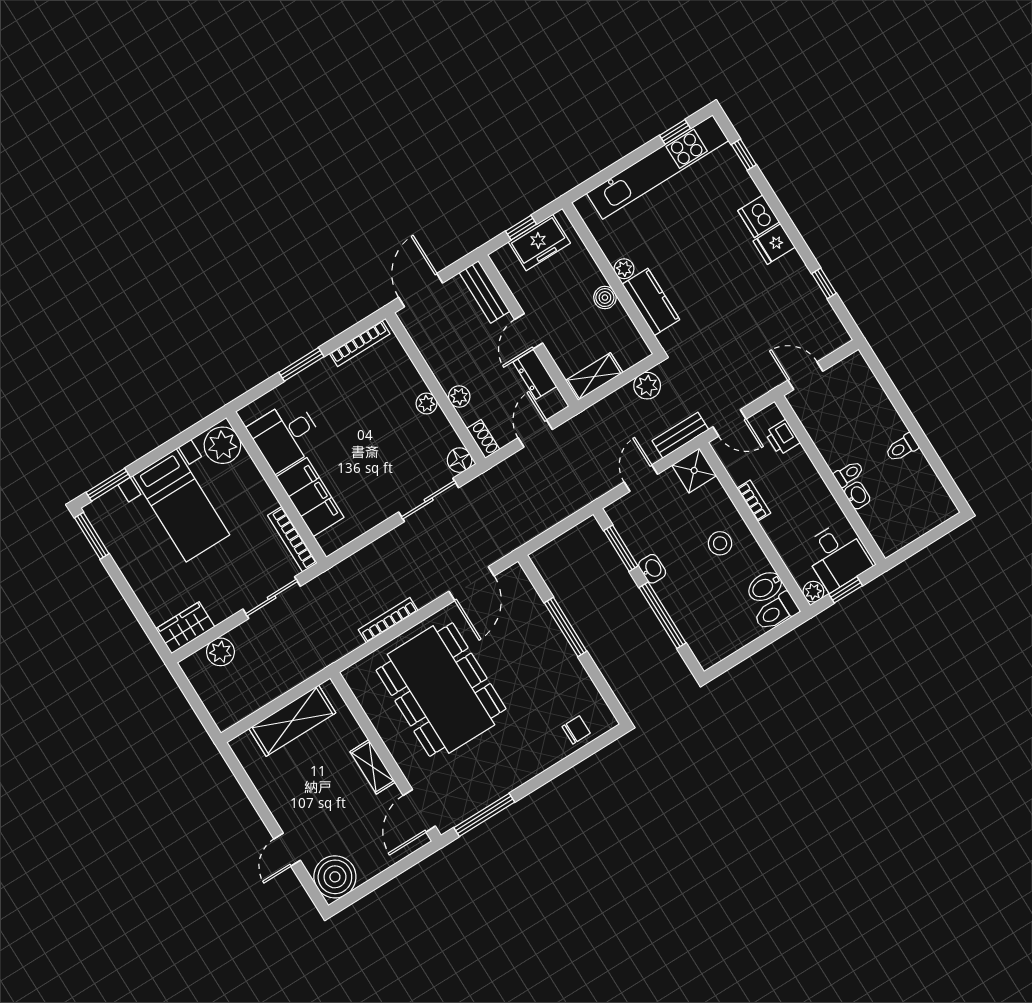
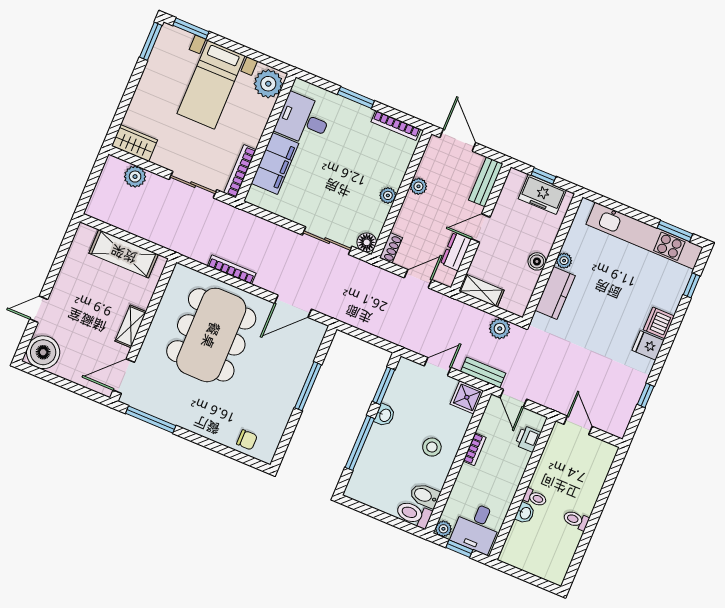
window: (675, 132) -> (675, 231), width x1.50
door: (421, 290) -> (458, 140), hinge flipped
plant: (459, 396) -> (418, 186), moved

